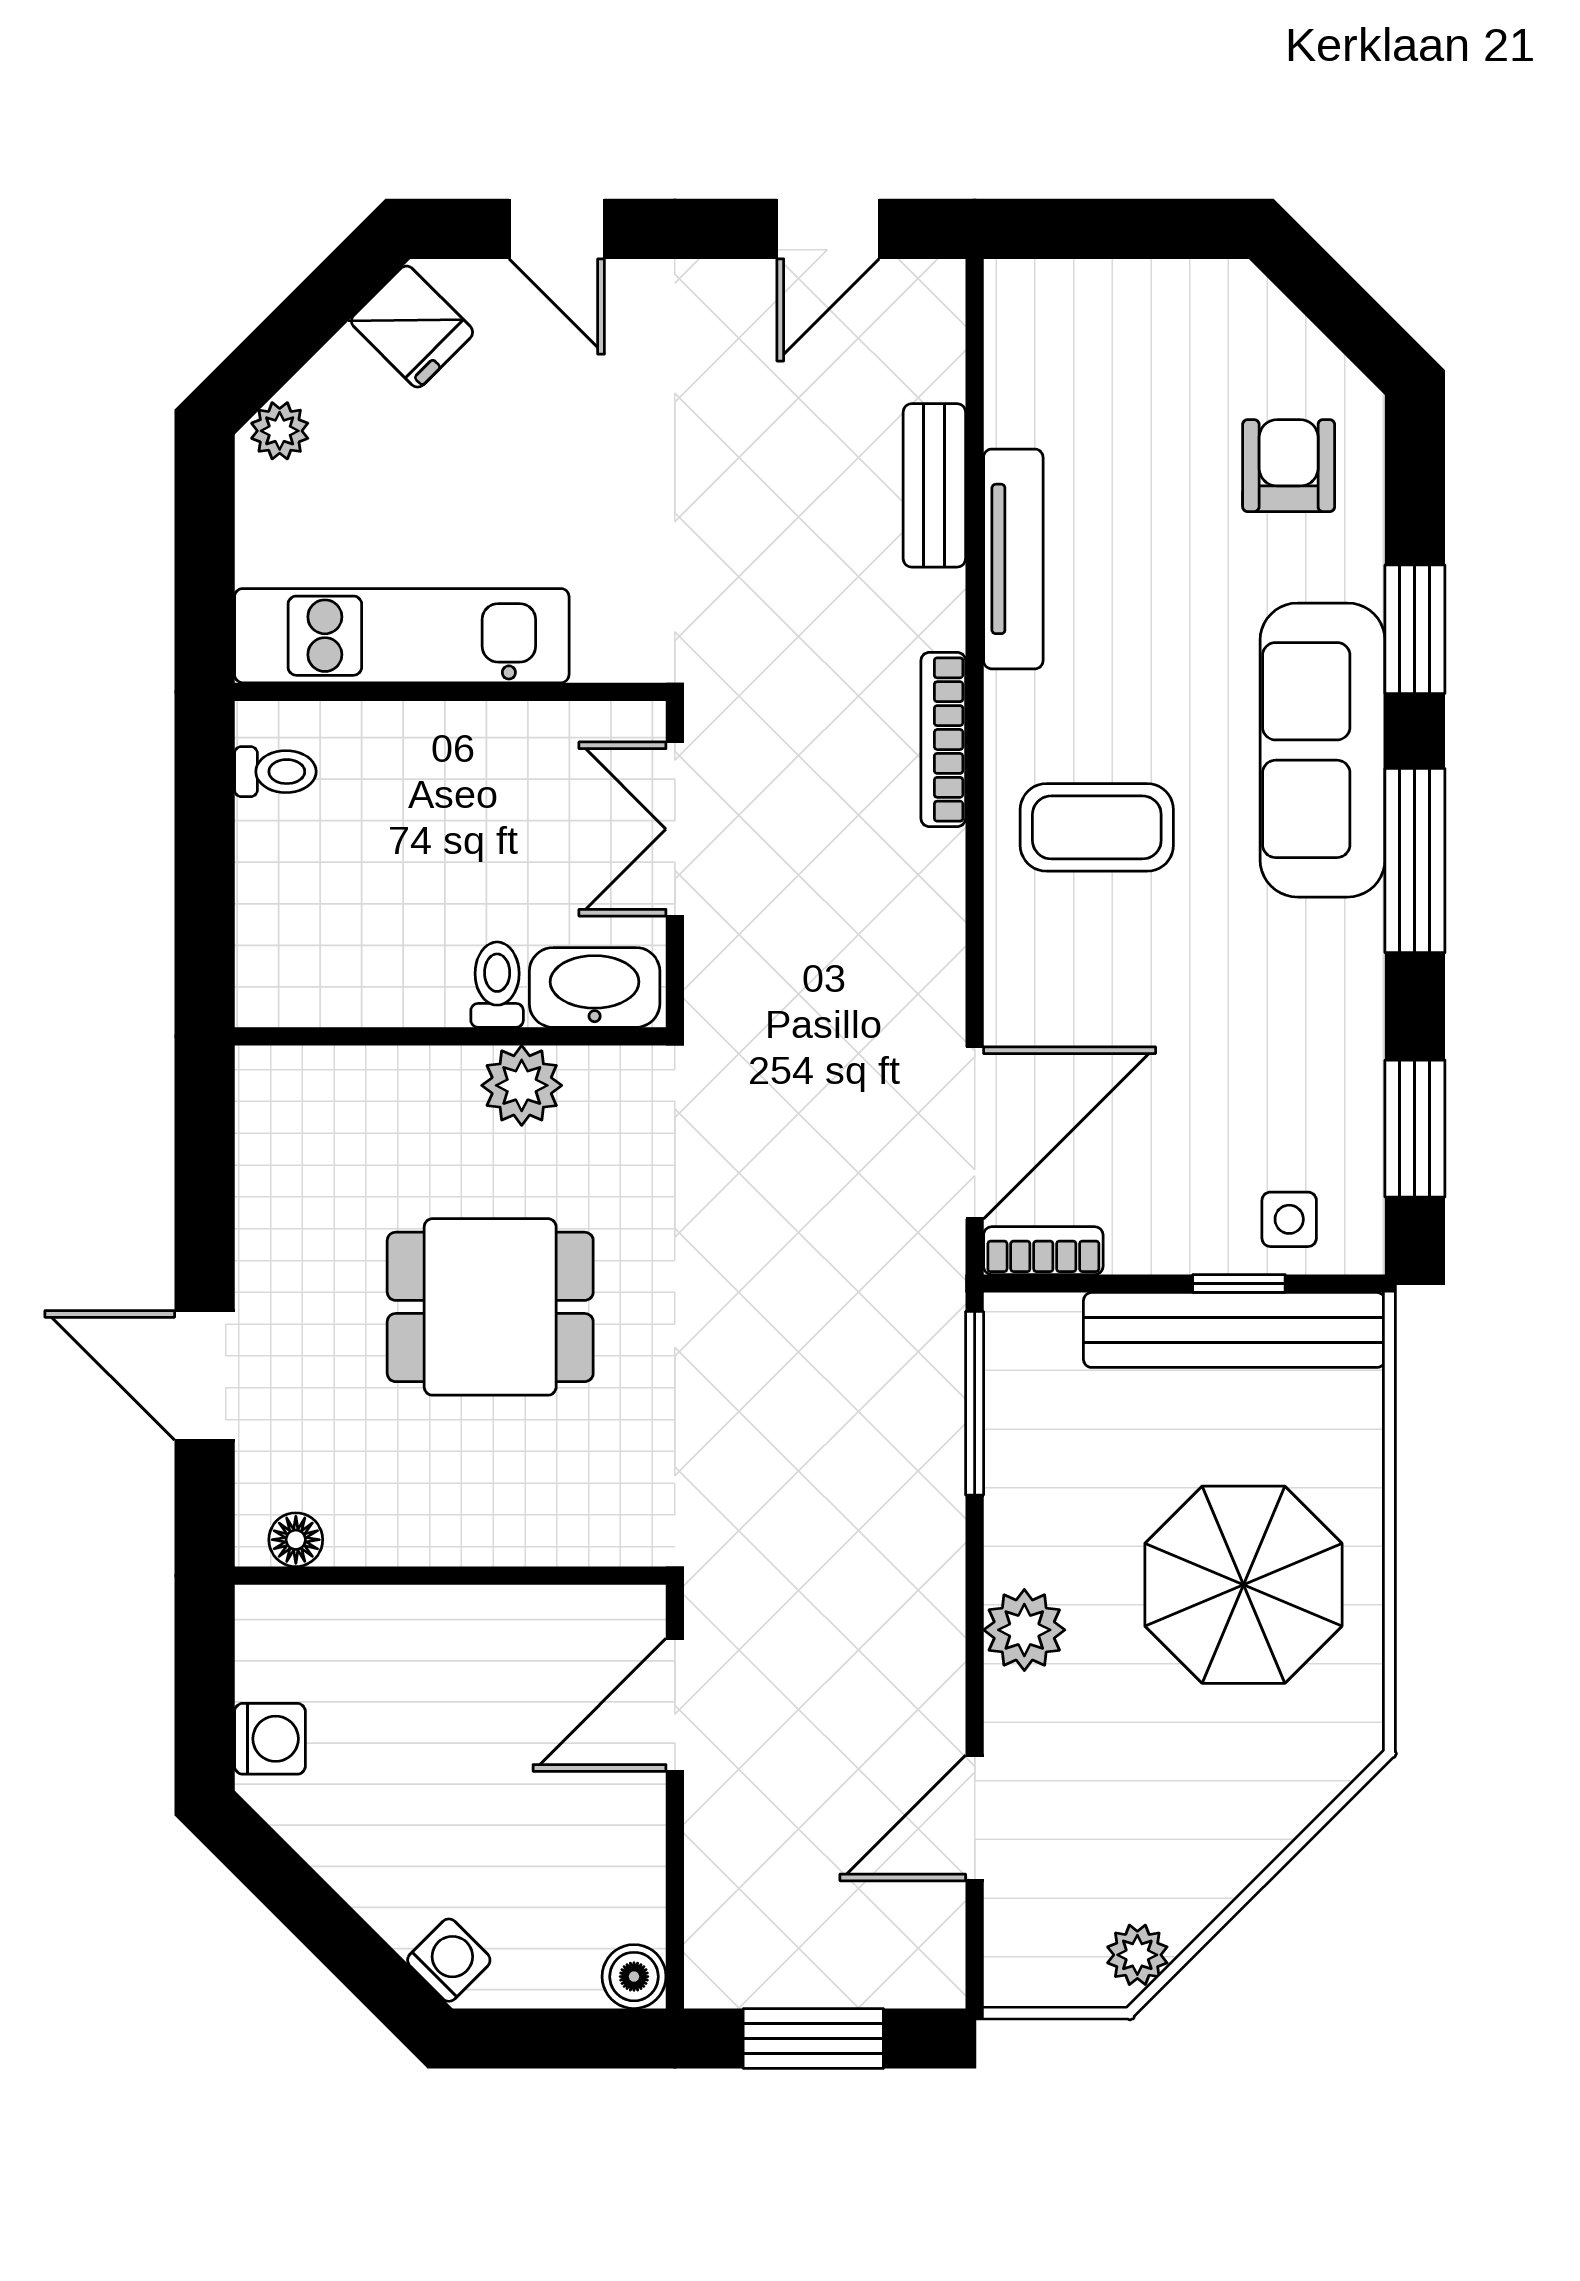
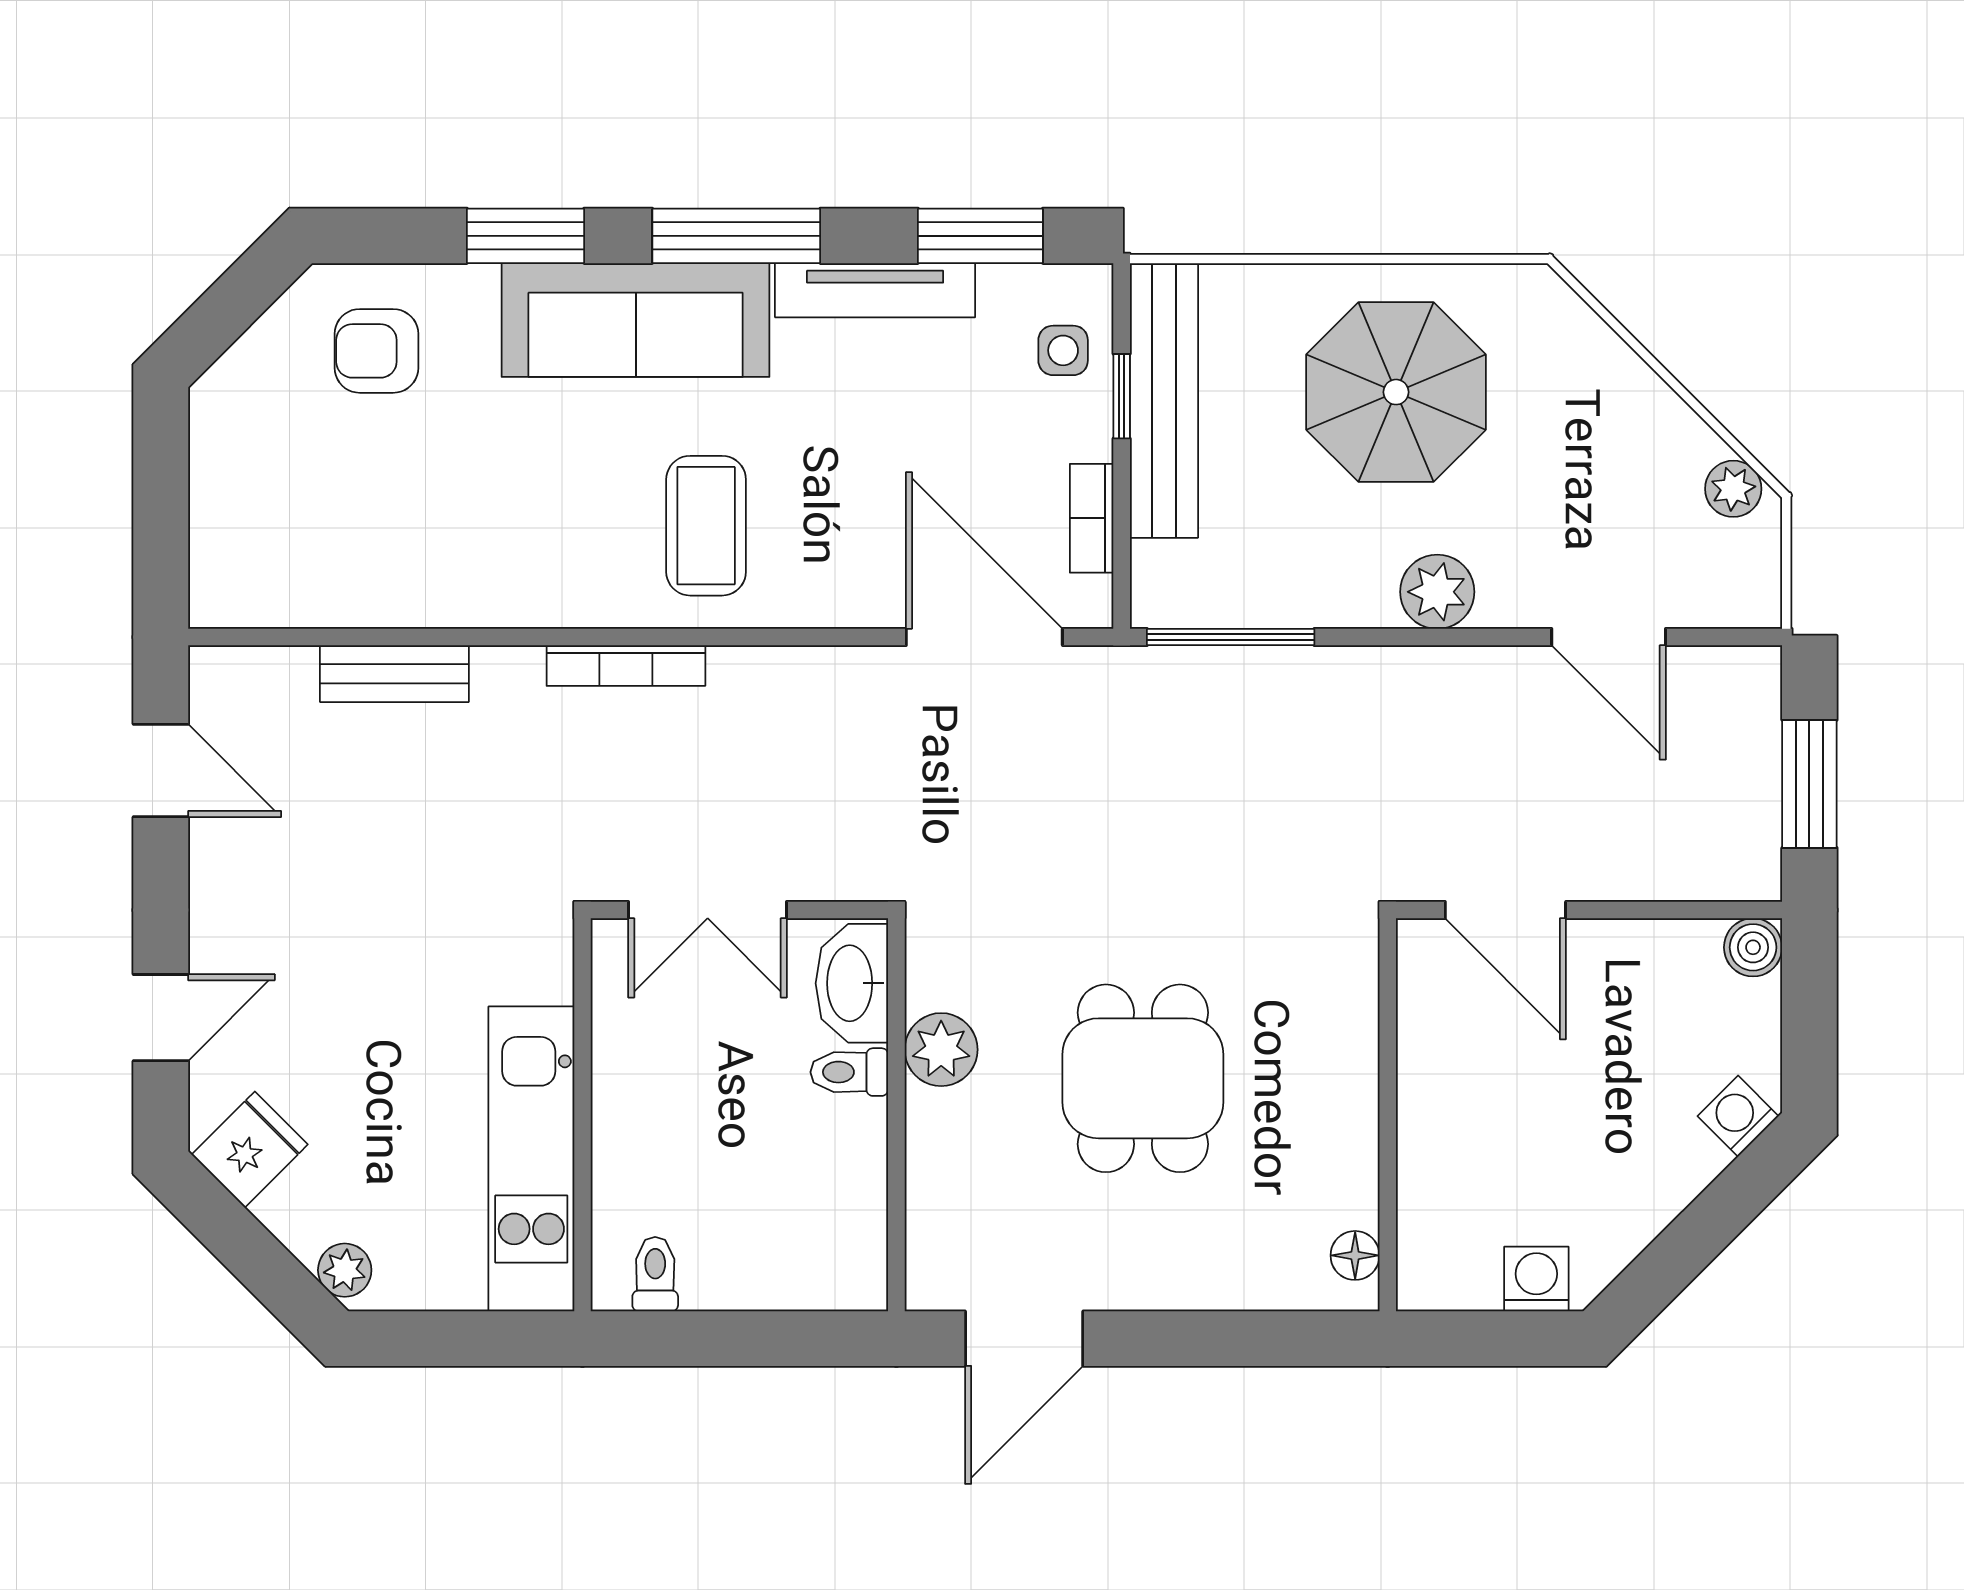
tv unit: (1013, 559) -> (875, 290), moved, turned 180
bookcase: (1043, 1251) -> (1092, 518), moved
door: (205, 1375) -> (1024, 1339), moved

